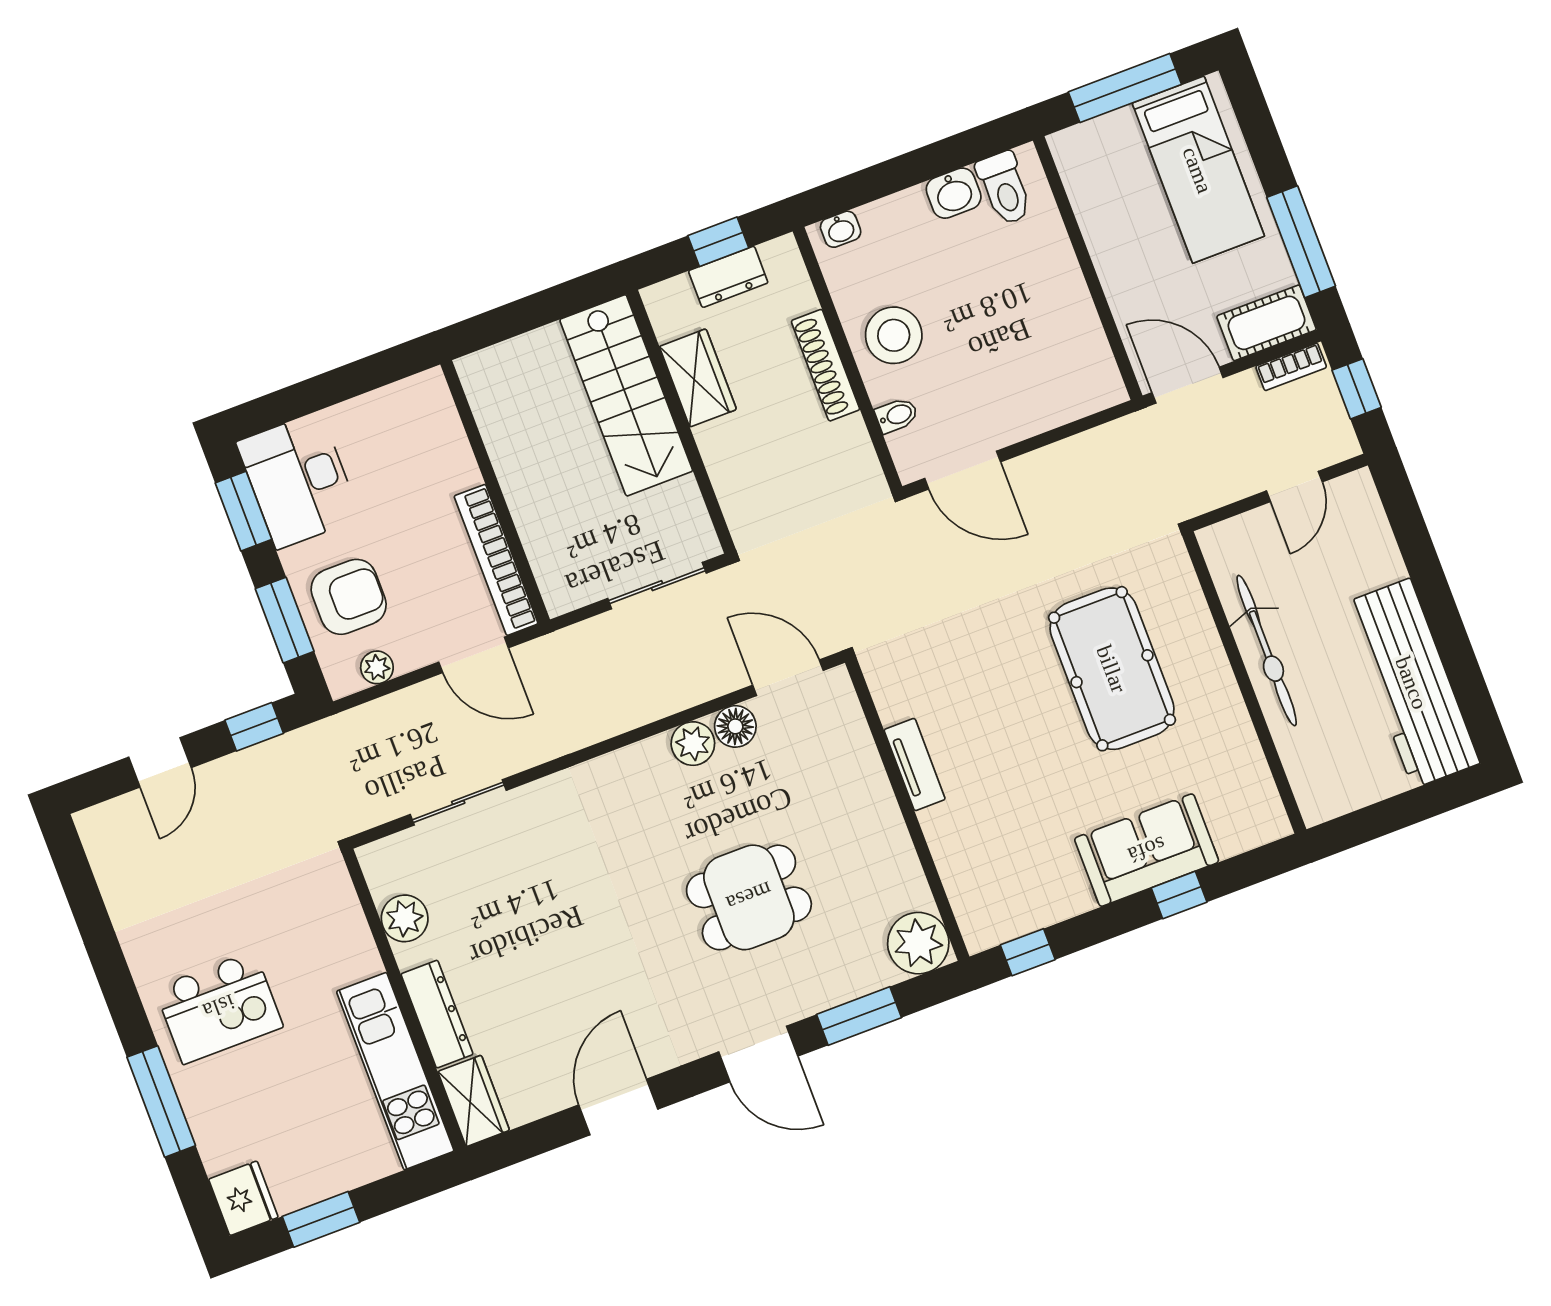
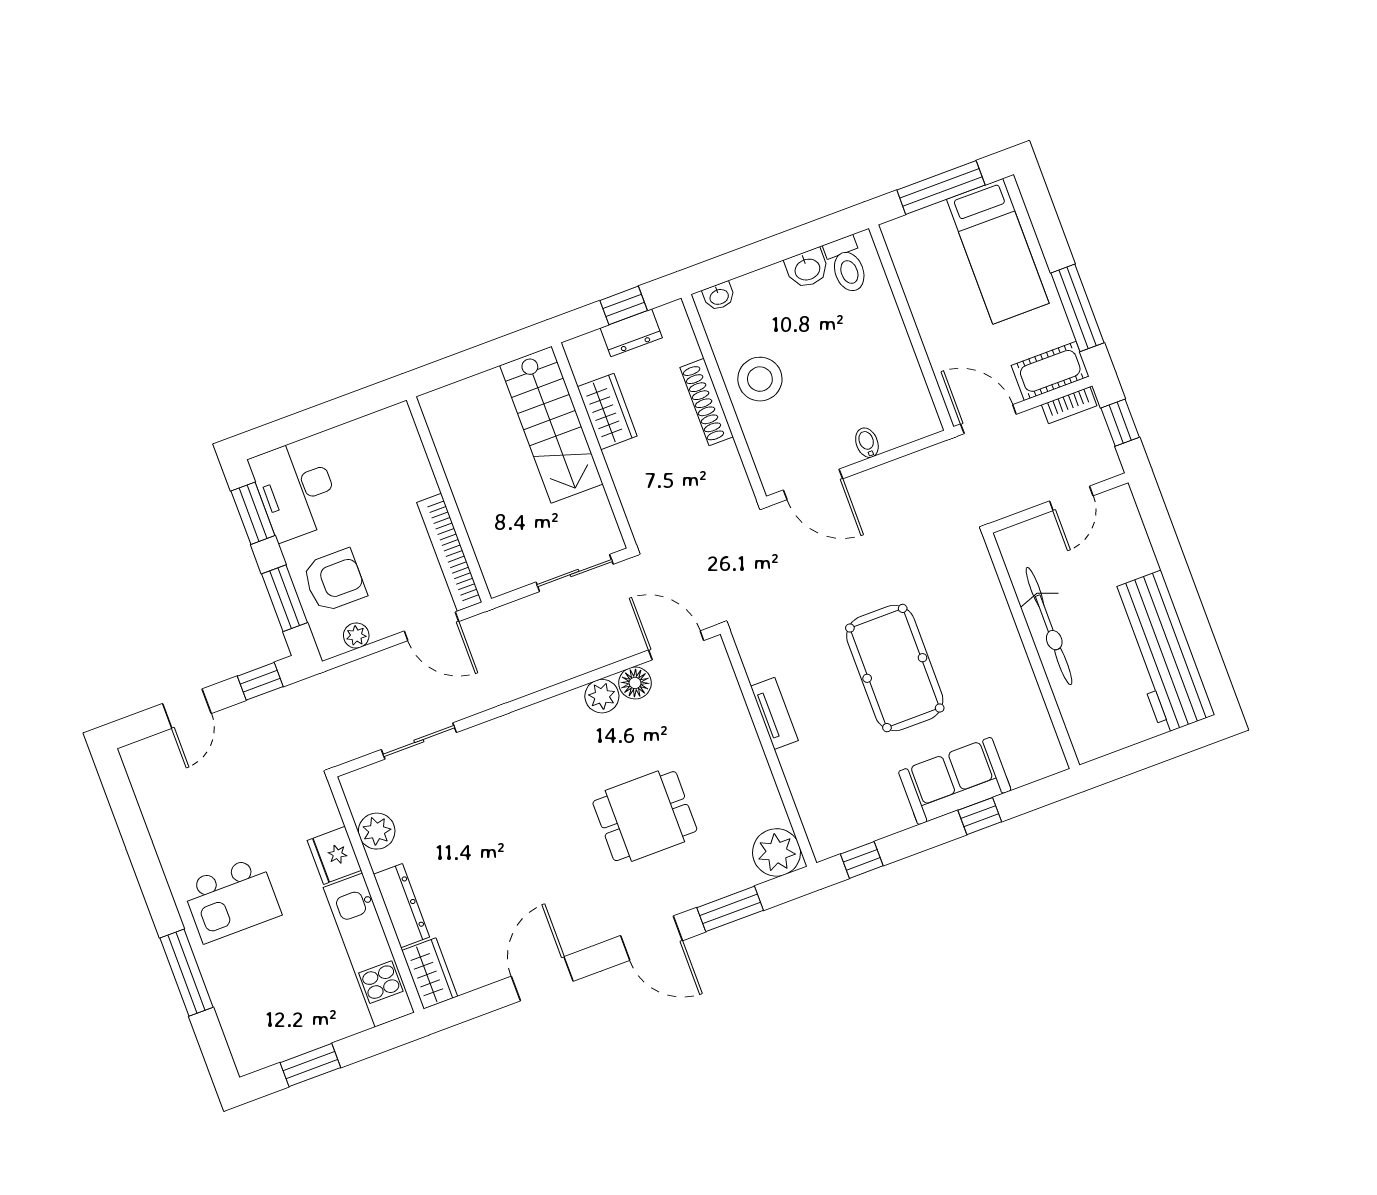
bidet: (897, 415) -> (867, 443), moved, turned -90
pool table: (1112, 669) -> (895, 668), moved
fridge: (243, 1198) -> (334, 855), moved, turned 180

